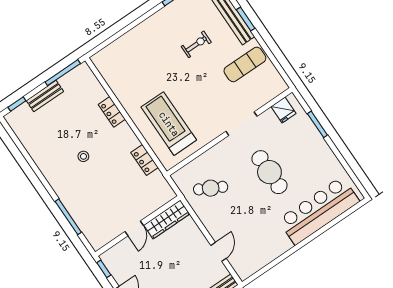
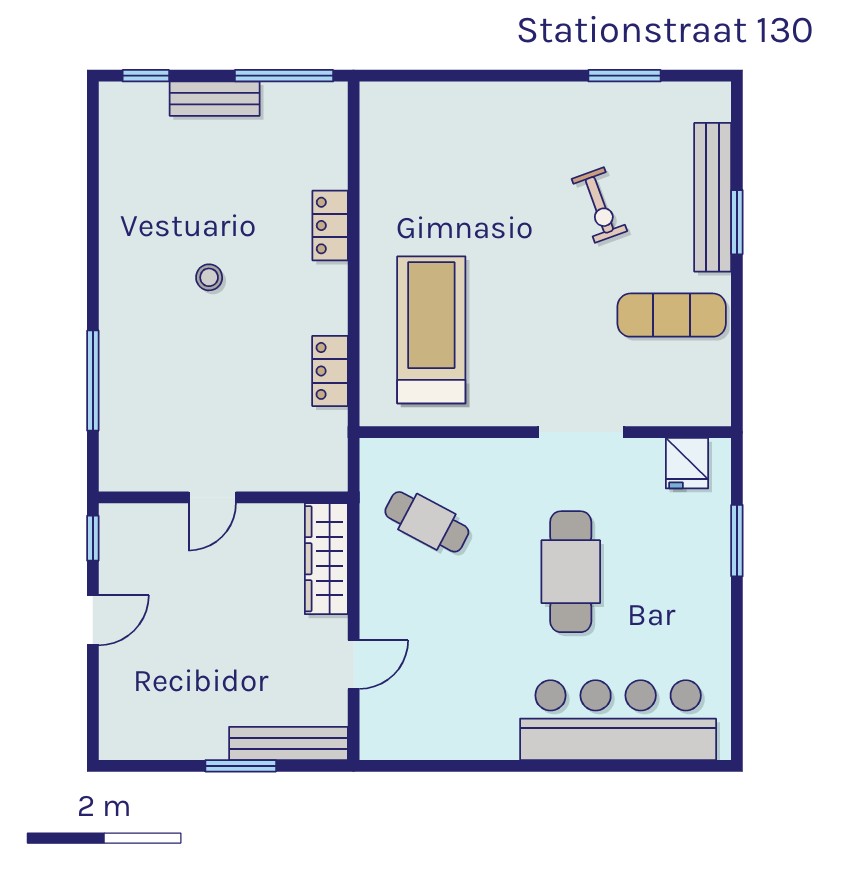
exercise bike: (196, 44) -> (599, 205), turned 70
wardrobe: (167, 219) -> (326, 559), moved, turned 90

